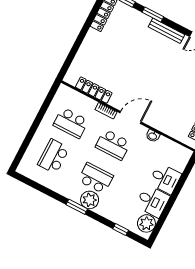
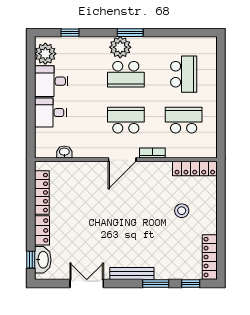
stool: (106, 58) -> (182, 211), added
locker: (94, 90) -> (195, 168), moved
washbasin: (153, 136) -> (64, 152), moved

